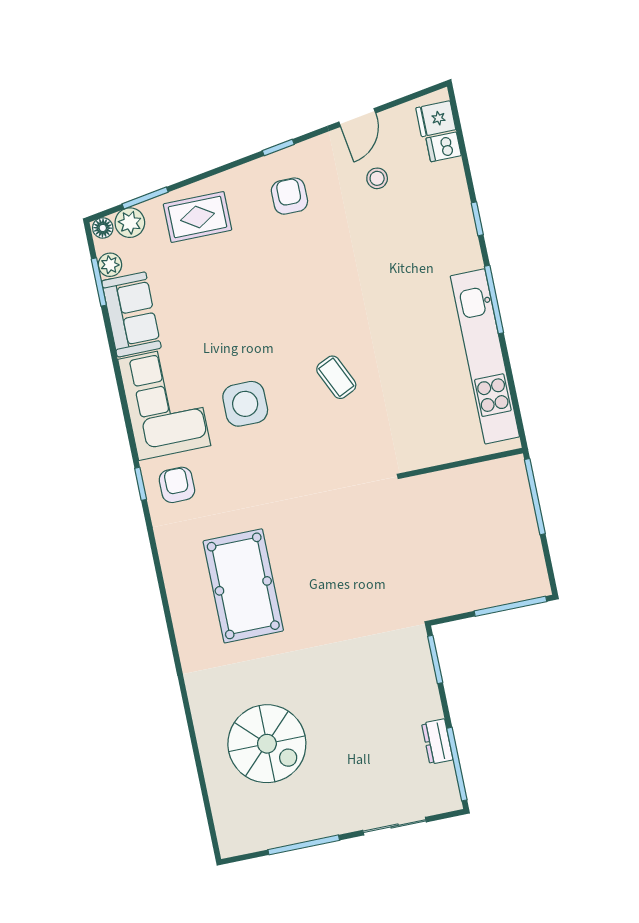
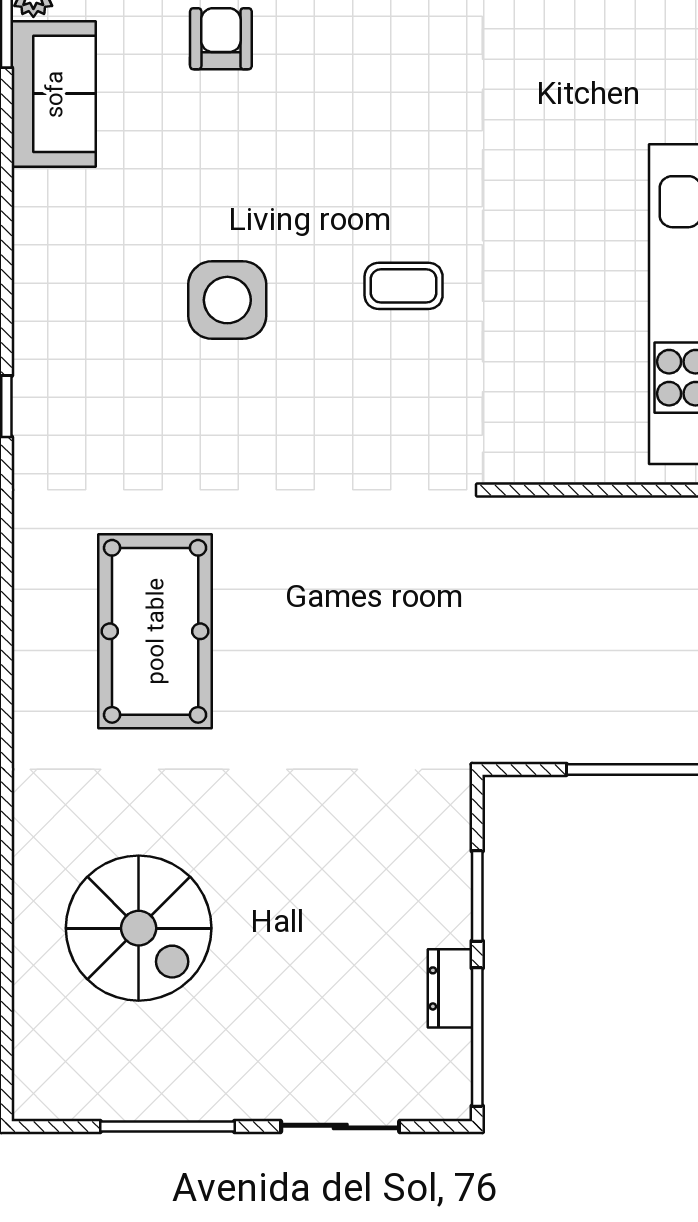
coffee table: (336, 377) -> (404, 286), turned -65
corner sofa: (164, 403) -> (80, 267), removed
armchair: (177, 485) -> (221, 39), moved
window: (435, 659) -> (477, 896), moved

